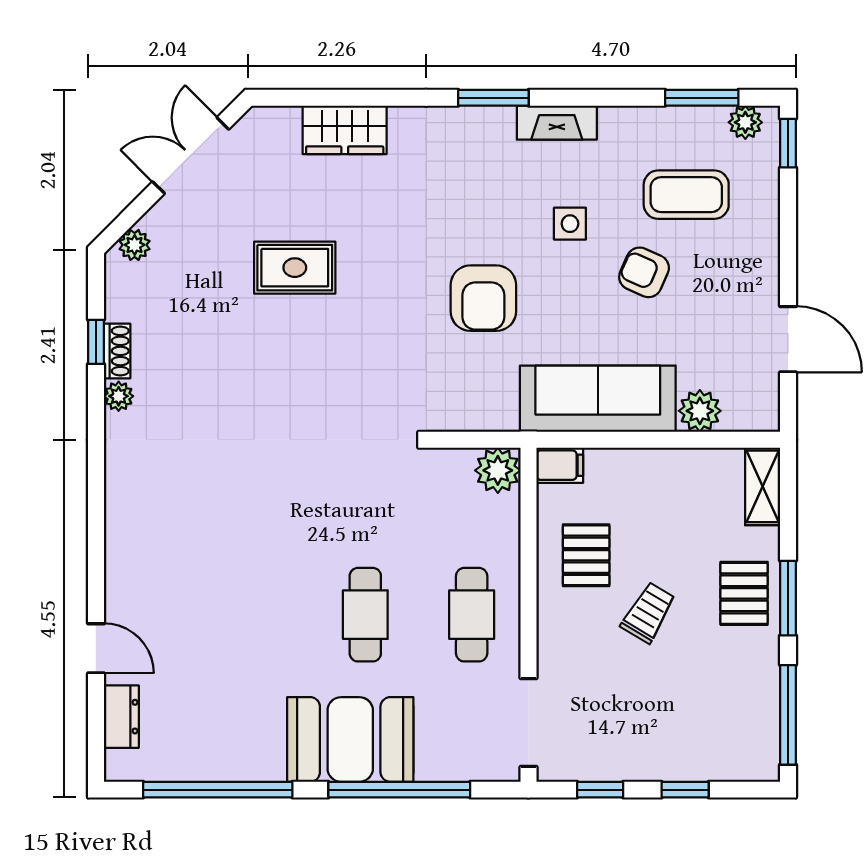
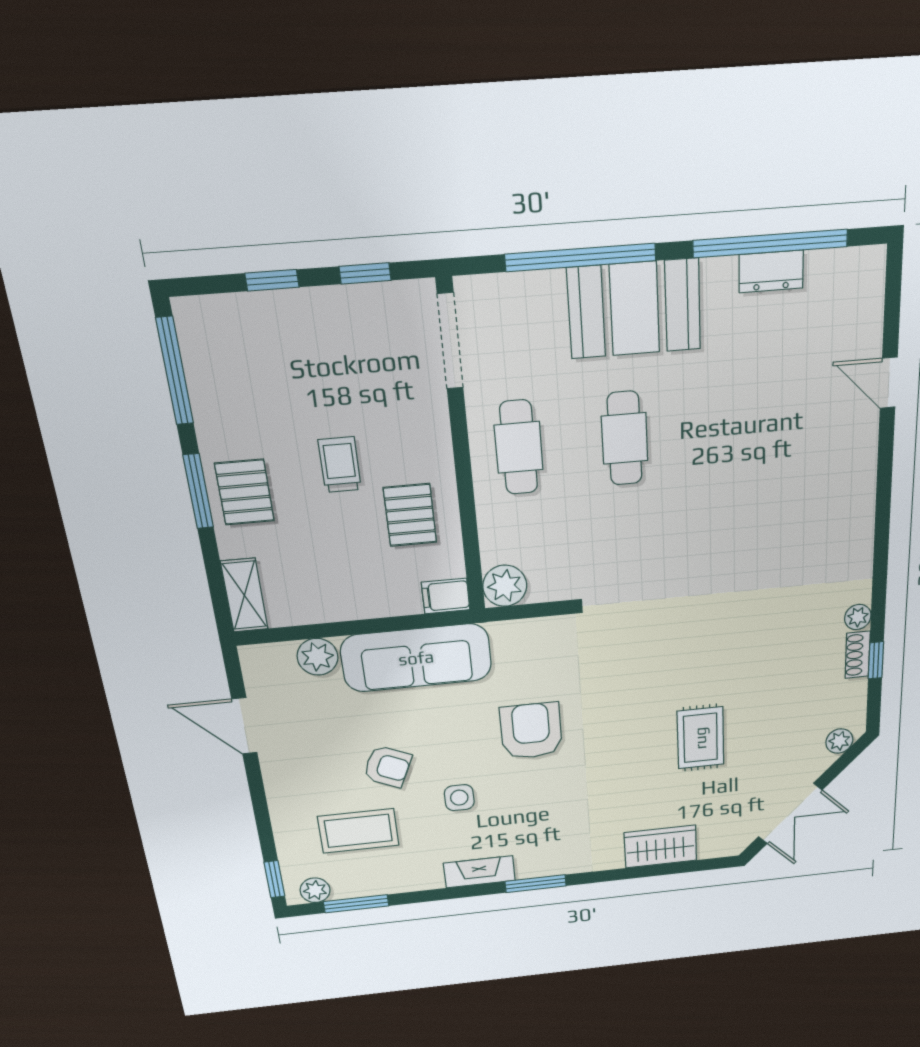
rug: (295, 268) -> (700, 738), turned 90
trolley: (648, 613) -> (340, 465), turned 149
dresser: (121, 717) -> (771, 271), moved, turned -90

